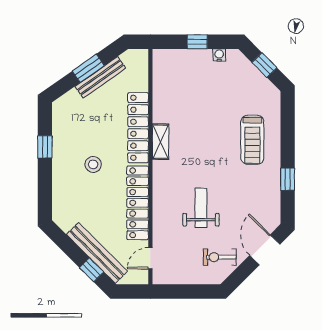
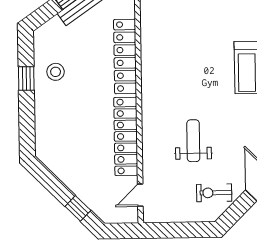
shelving: (161, 142) -> (149, 71), removed
stool: (93, 164) -> (56, 72), moved
bench: (97, 253) -> (83, 190), removed

